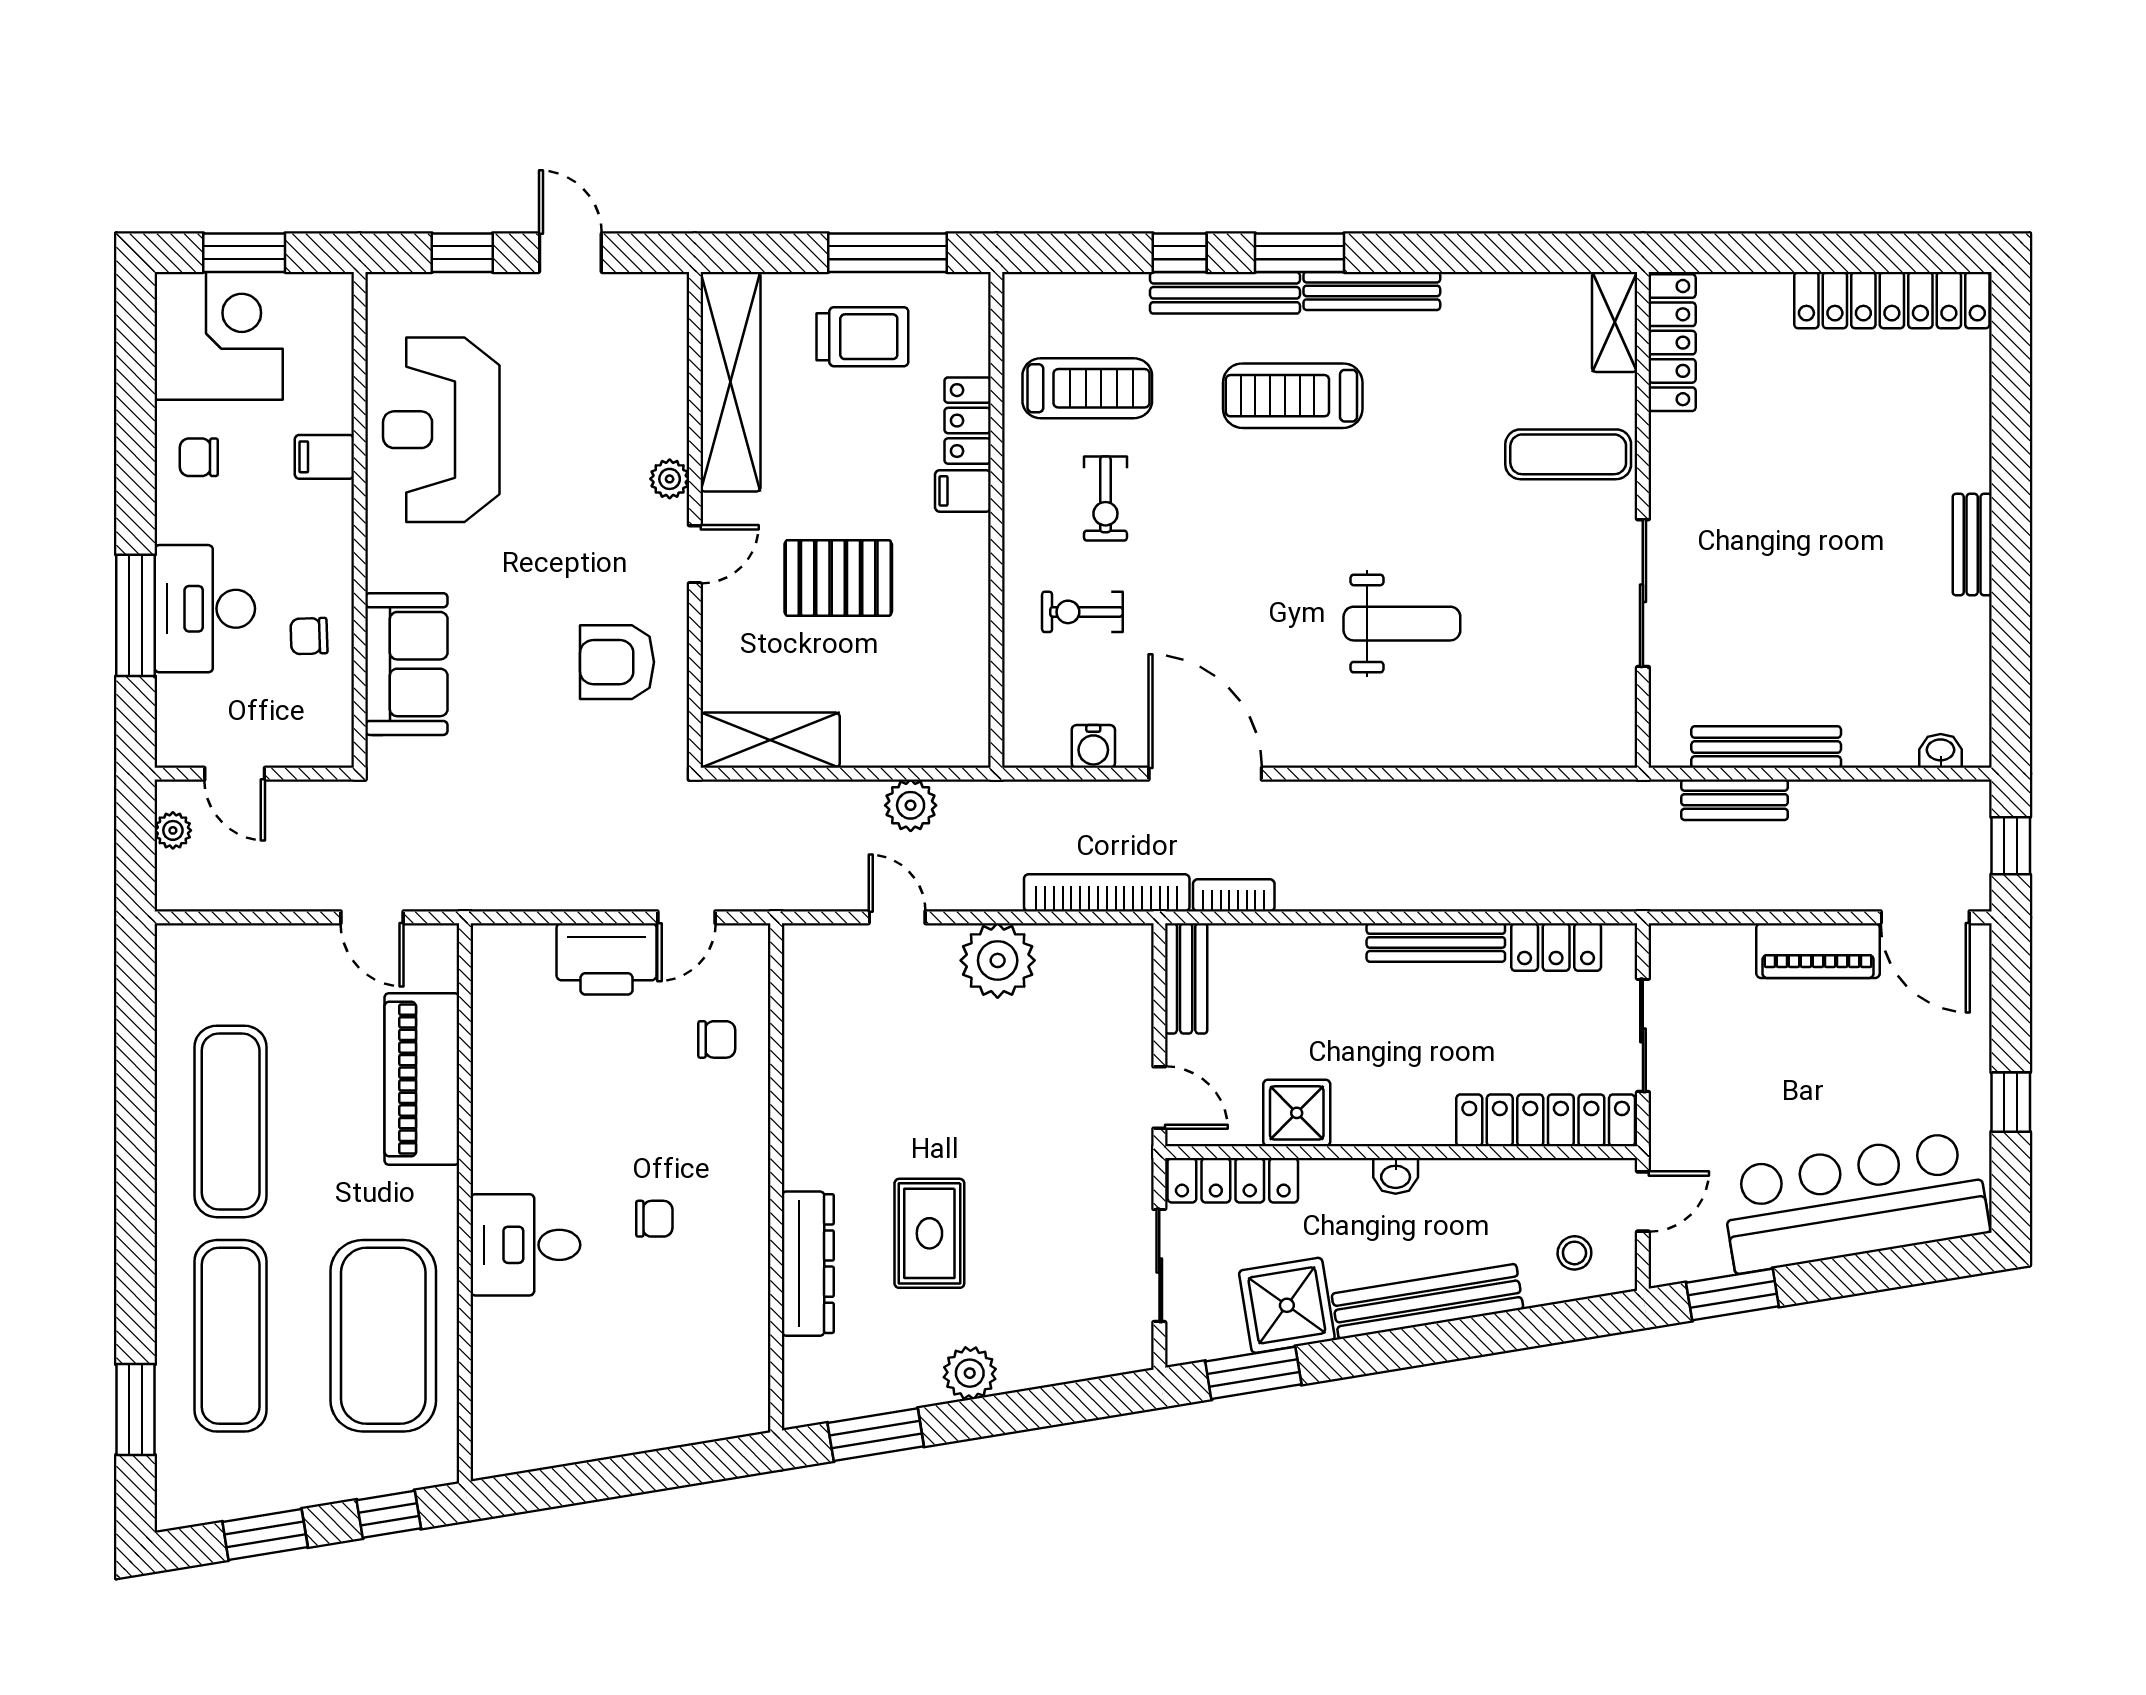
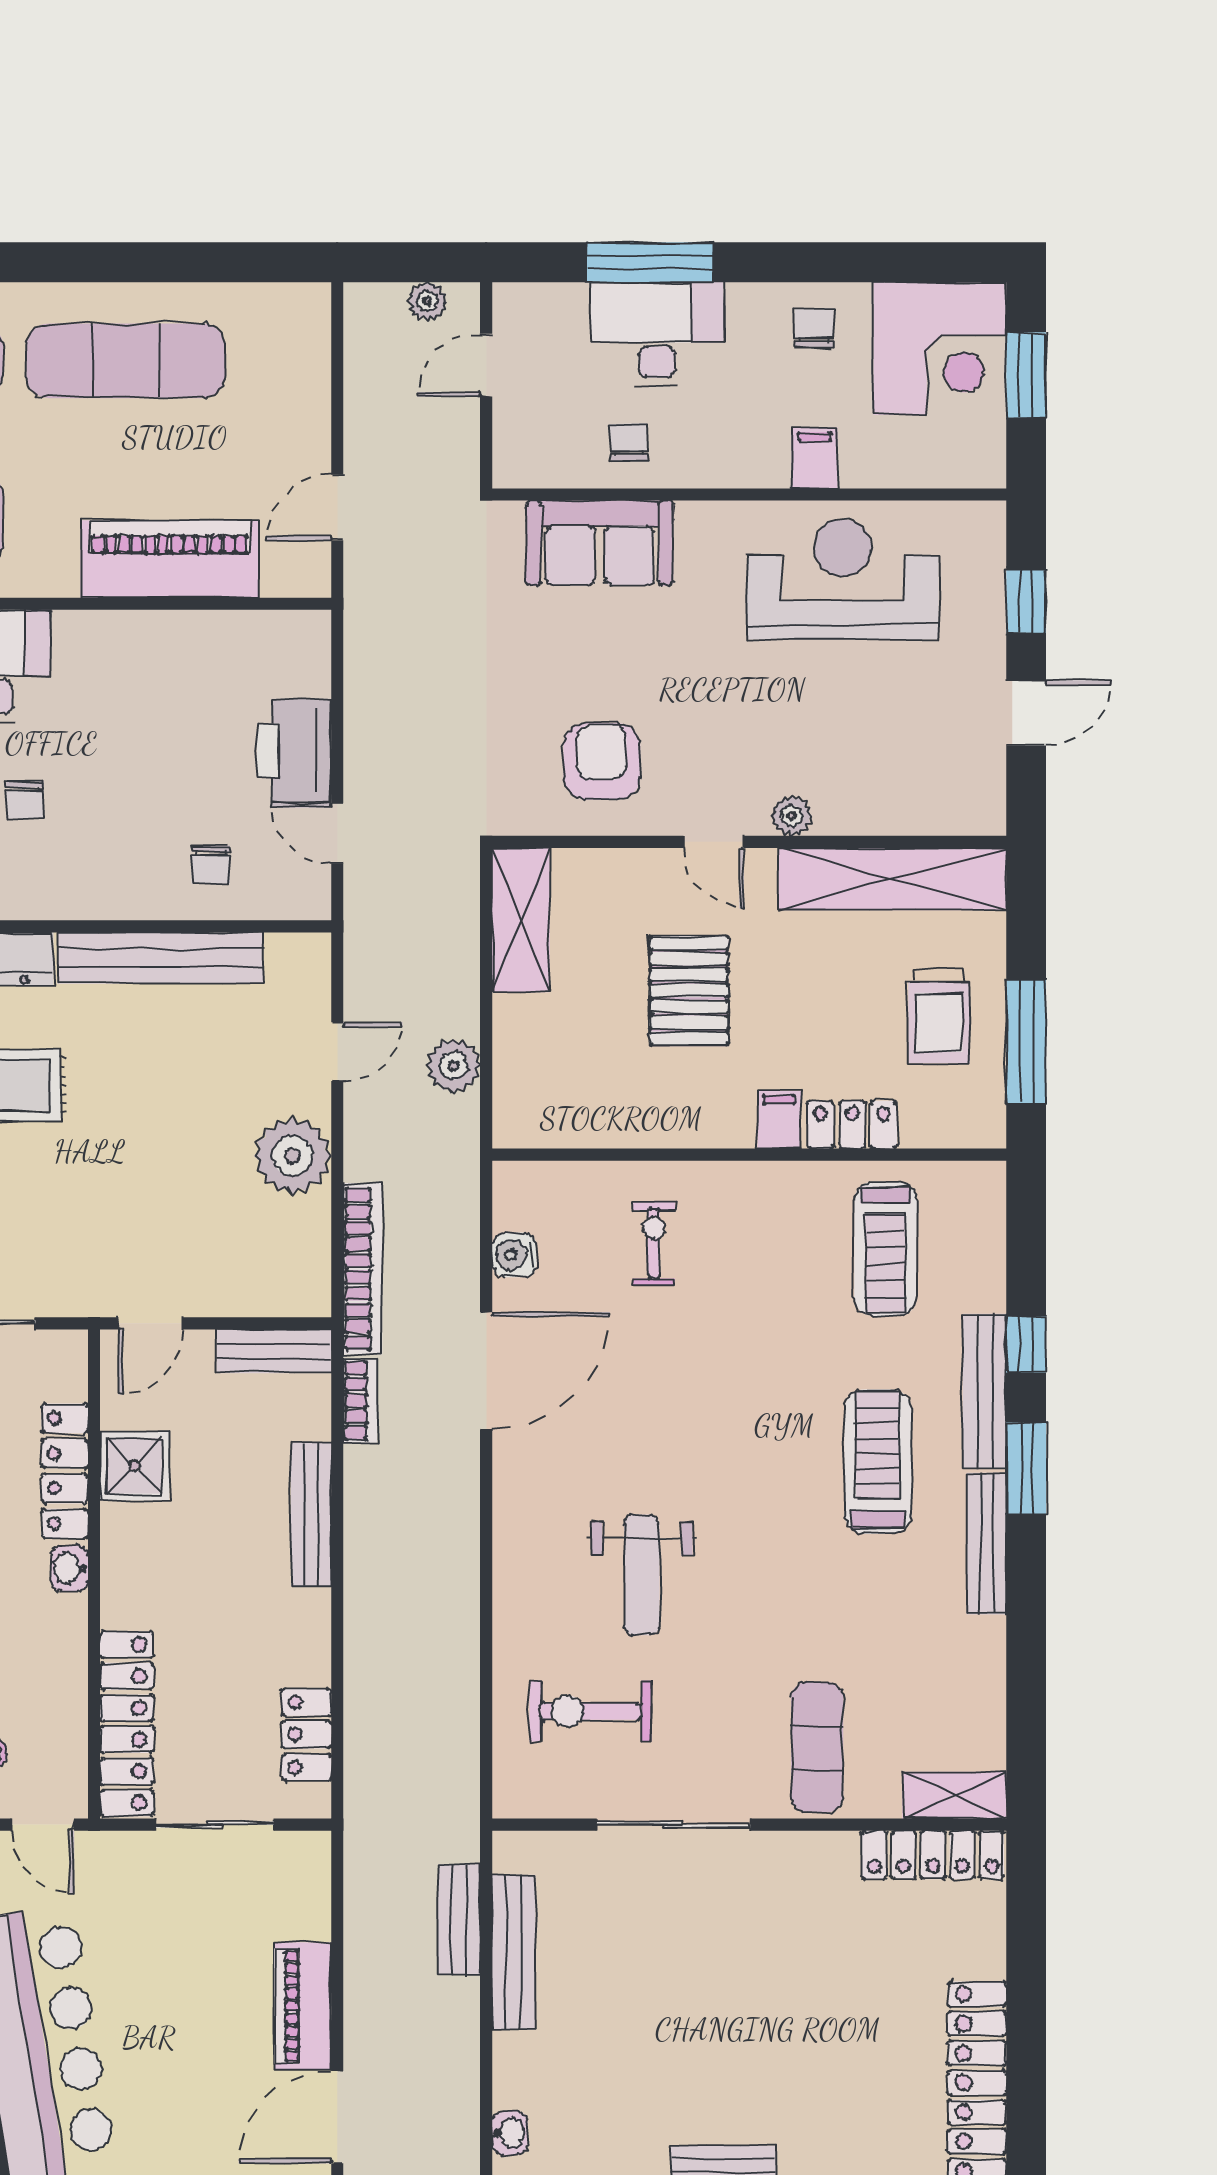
exercise bike: (1105, 499) -> (591, 1711), moved, width x1.38, depth x1.39
bench: (1436, 942) -> (311, 1514), moved
bench: (807, 1088) -> (160, 958), added
locker: (1233, 1180) -> (65, 1471), moved

